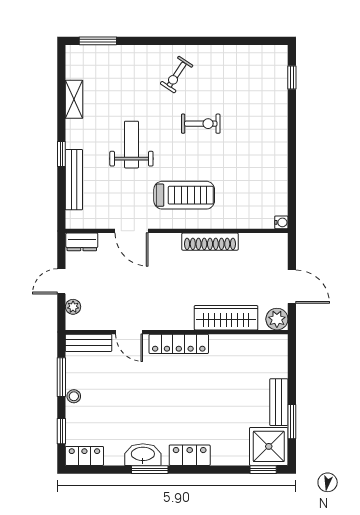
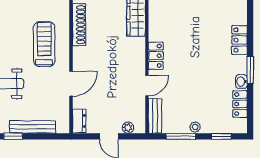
locker: (179, 344) -> (156, 56), width x0.66
washbasin: (143, 455) -> (241, 82), width x0.52, depth x0.69
locker: (84, 456) -> (240, 104), moved

